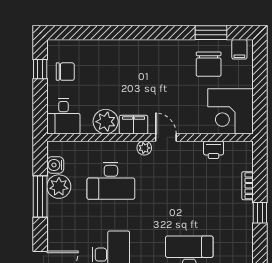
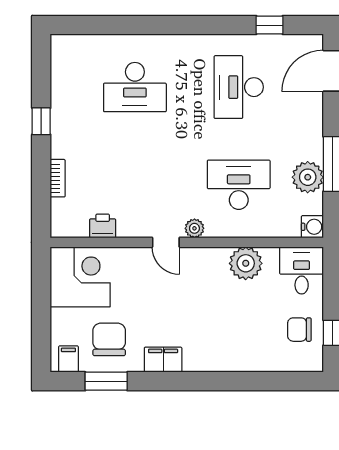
filing cabinet: (134, 125) -> (163, 360), moved, turned 180
water cooler: (55, 165) -> (312, 227), moved
window: (260, 213) -> (41, 121), moved

